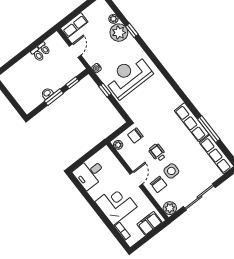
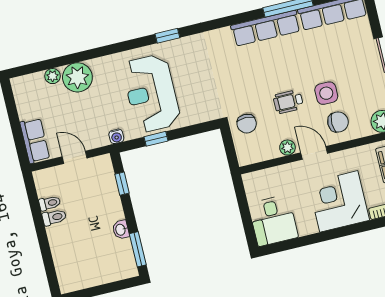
window: (132, 30) -> (167, 36), moved
window: (54, 97) -> (138, 249), moved
plant: (118, 145) -> (287, 148), moved

